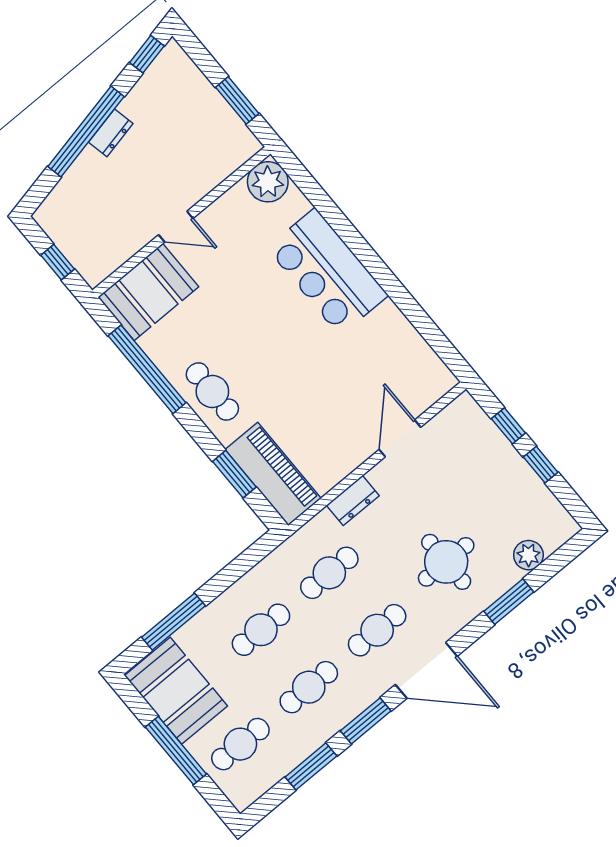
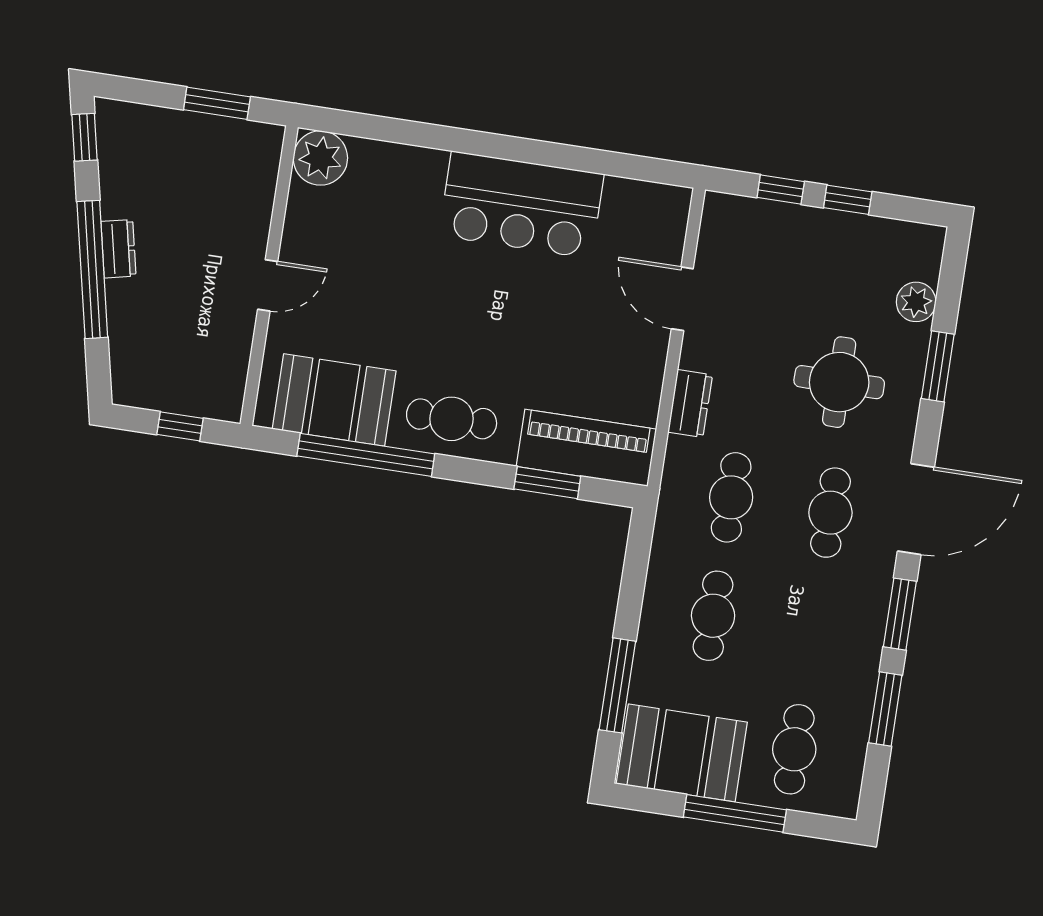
bar counter: (327, 272) -> (521, 205), moved
booth: (148, 292) -> (334, 400), moved, turned 90
cafe table: (309, 687) -> (812, 631), removed

